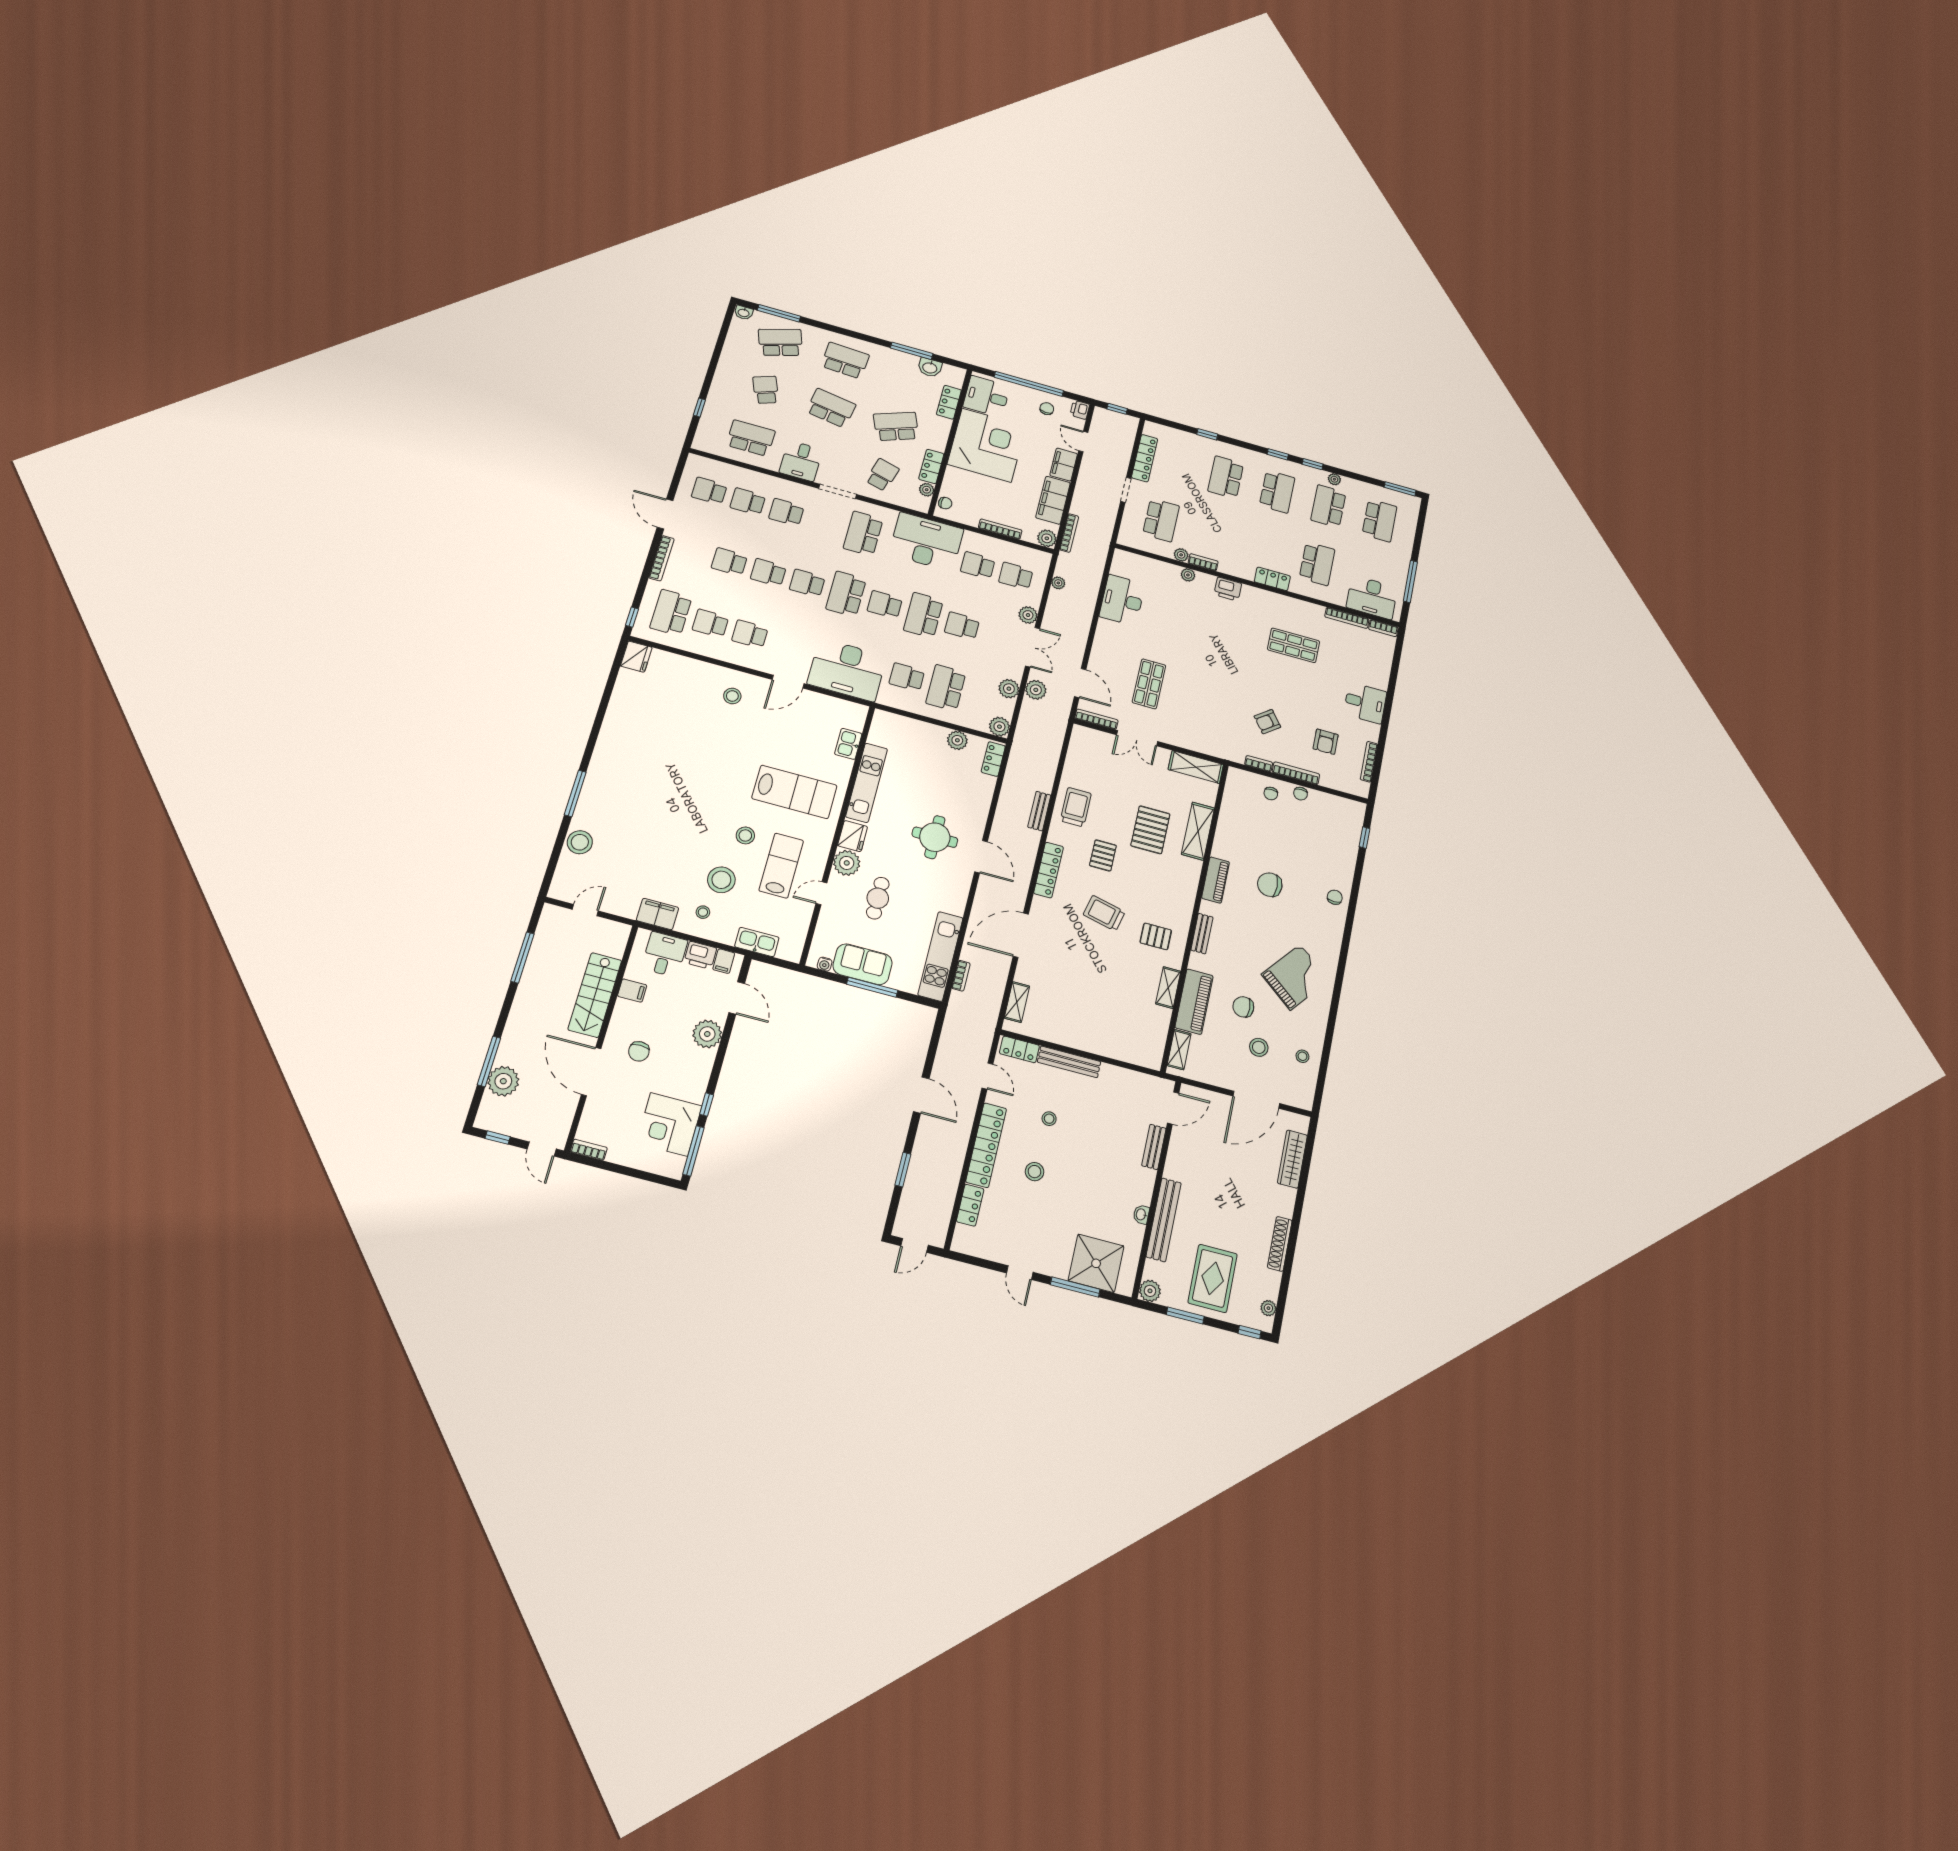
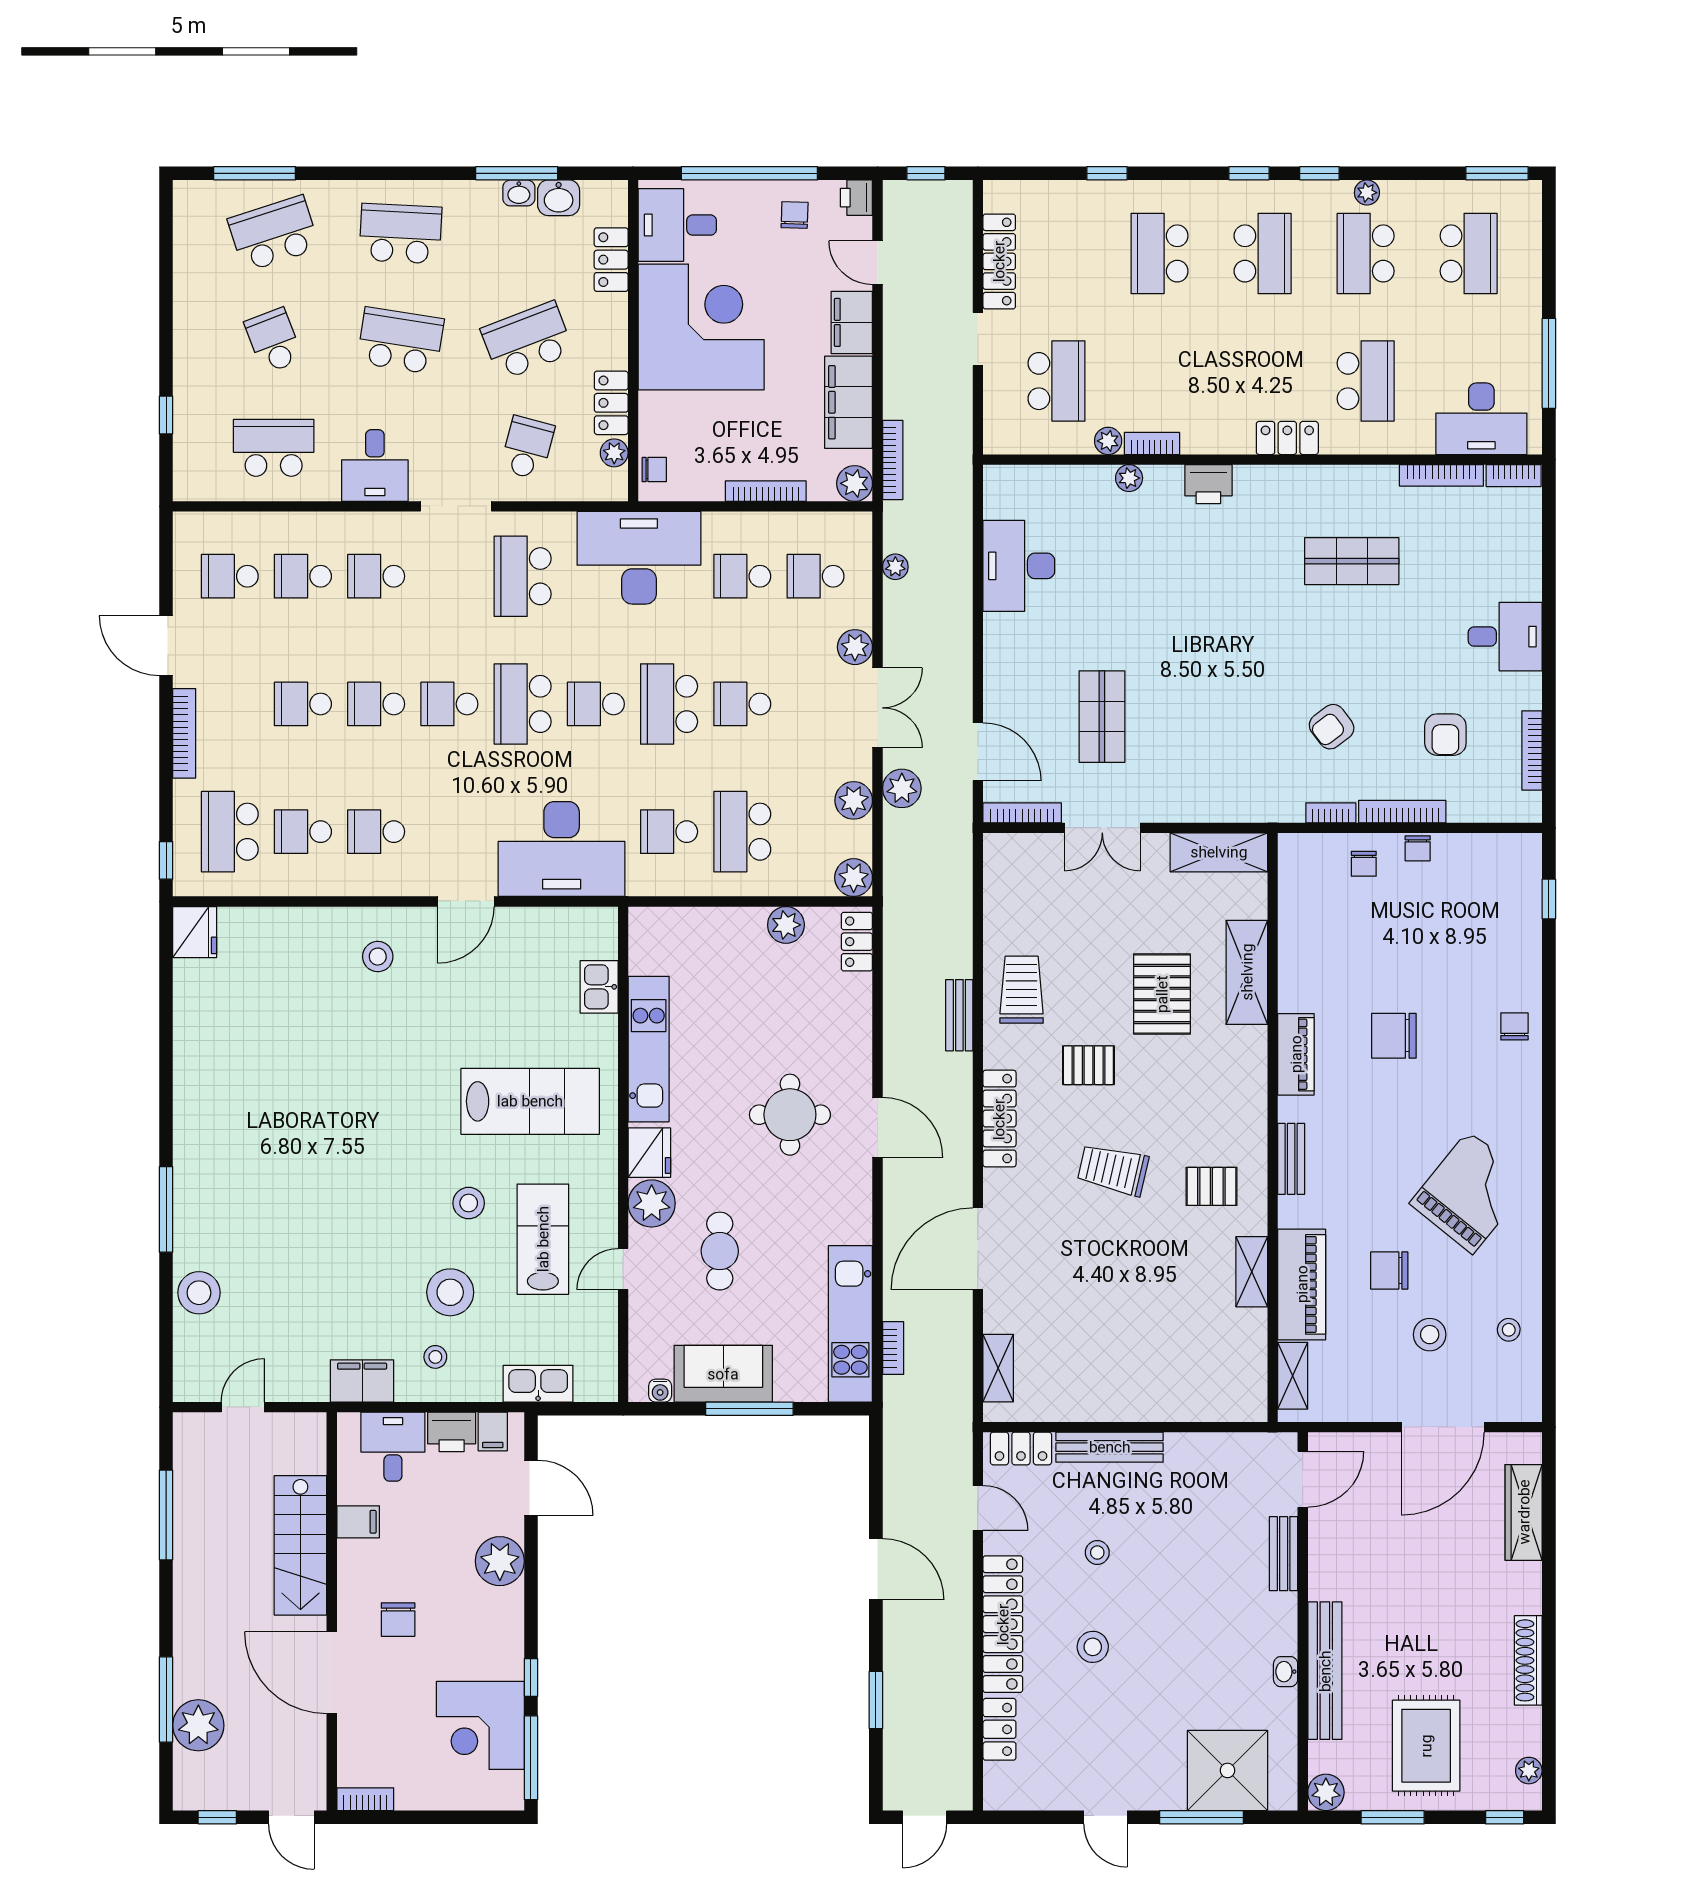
washbasin: (744, 313) -> (519, 193), moved
pallet: (1103, 855) -> (1088, 1065), turned 90

